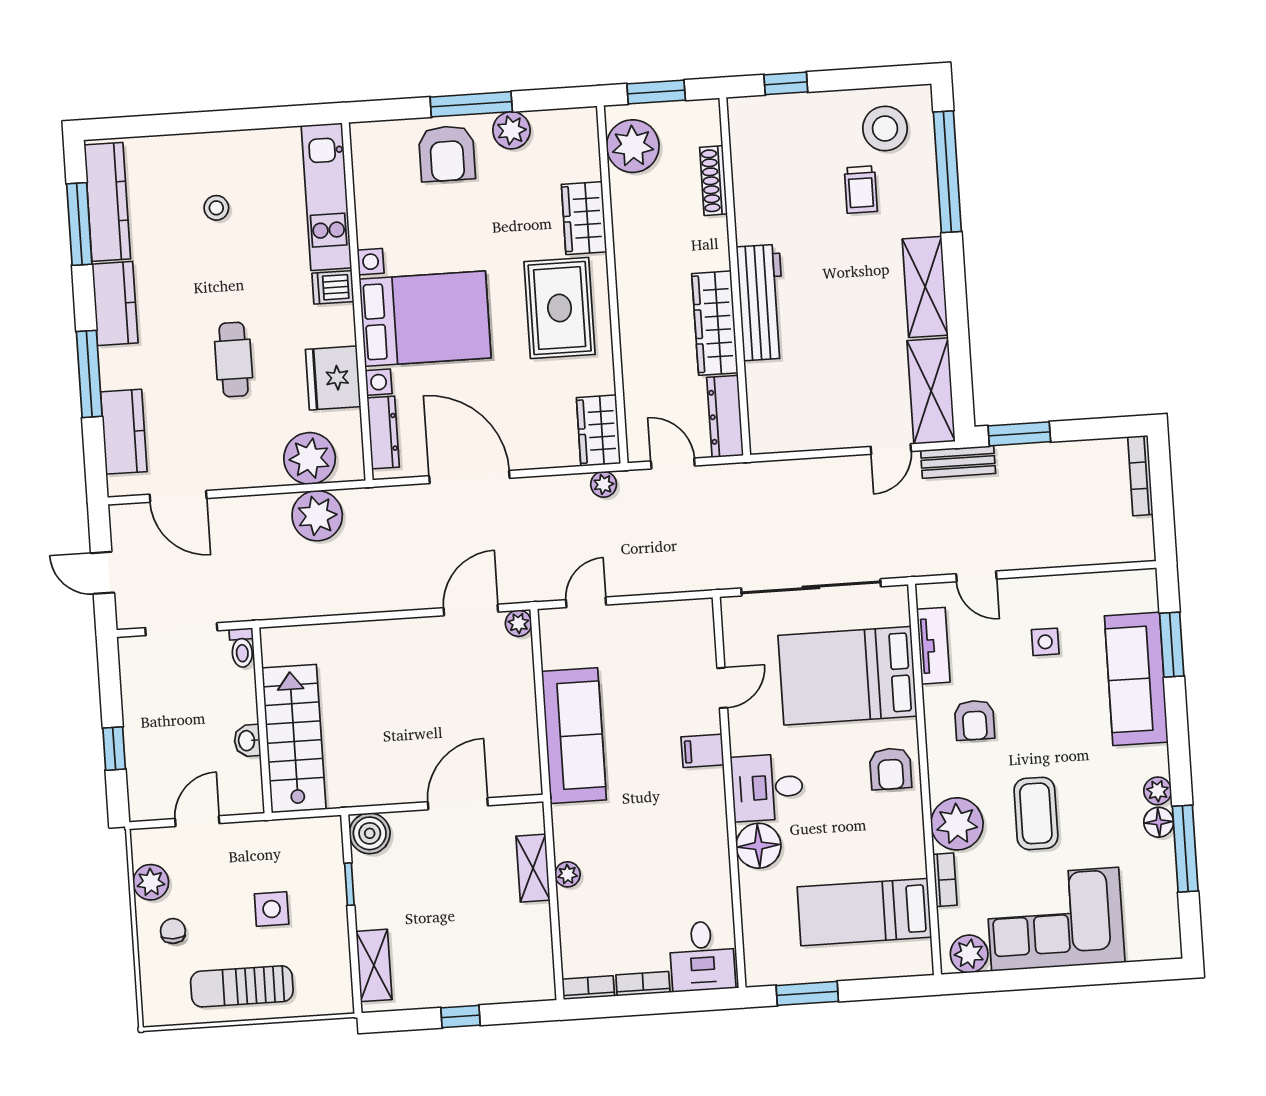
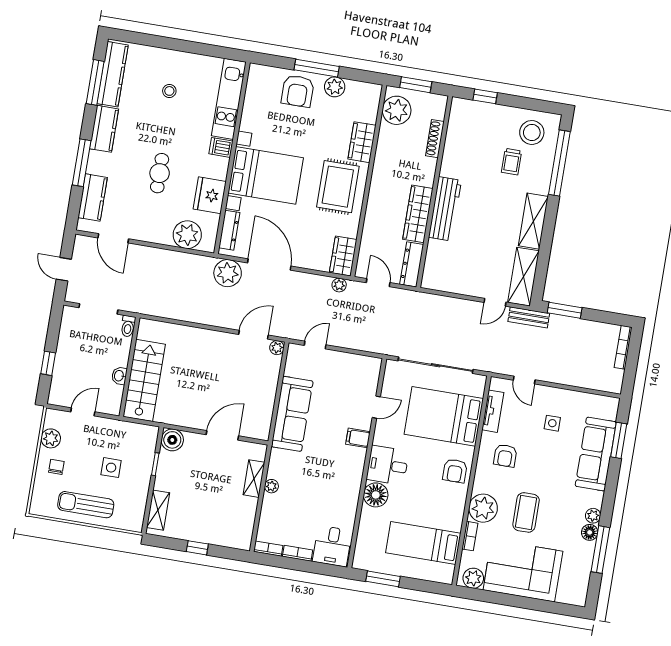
plant: (317, 516) -> (228, 273), moved

